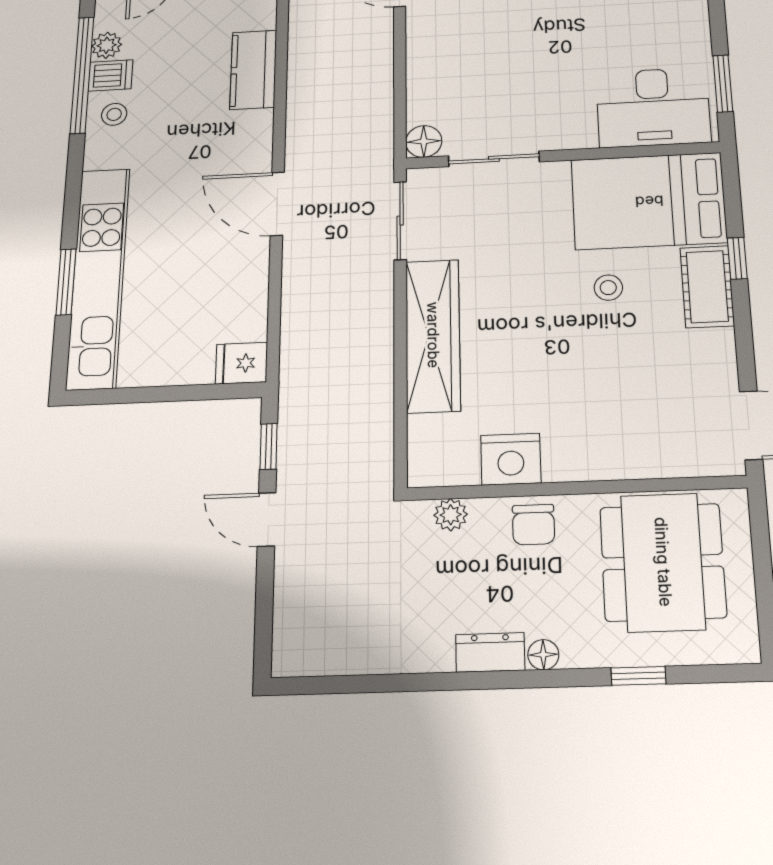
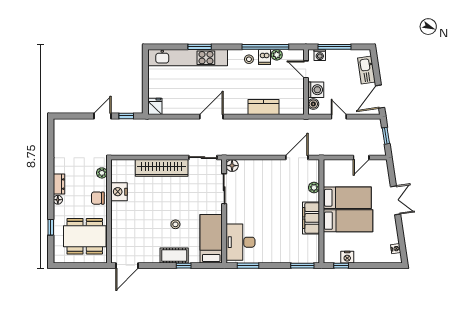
bed: (649, 201) -> (211, 239), width x0.67
window: (66, 282) -> (200, 47), moved

